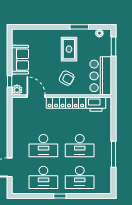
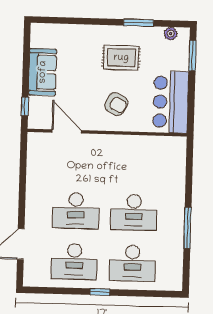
rug: (69, 49) -> (121, 58), turned 90
plant: (17, 90) -> (36, 120), removed
locker: (66, 103) -> (114, 143), removed
printer: (96, 104) -> (162, 147), removed

